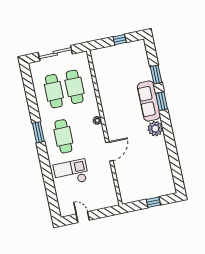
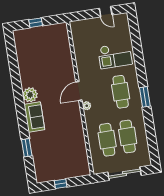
sofa: (149, 101) -> (34, 117), width x0.73
window: (162, 101) -> (23, 121), removed
door: (109, 151) -> (79, 91), moved

